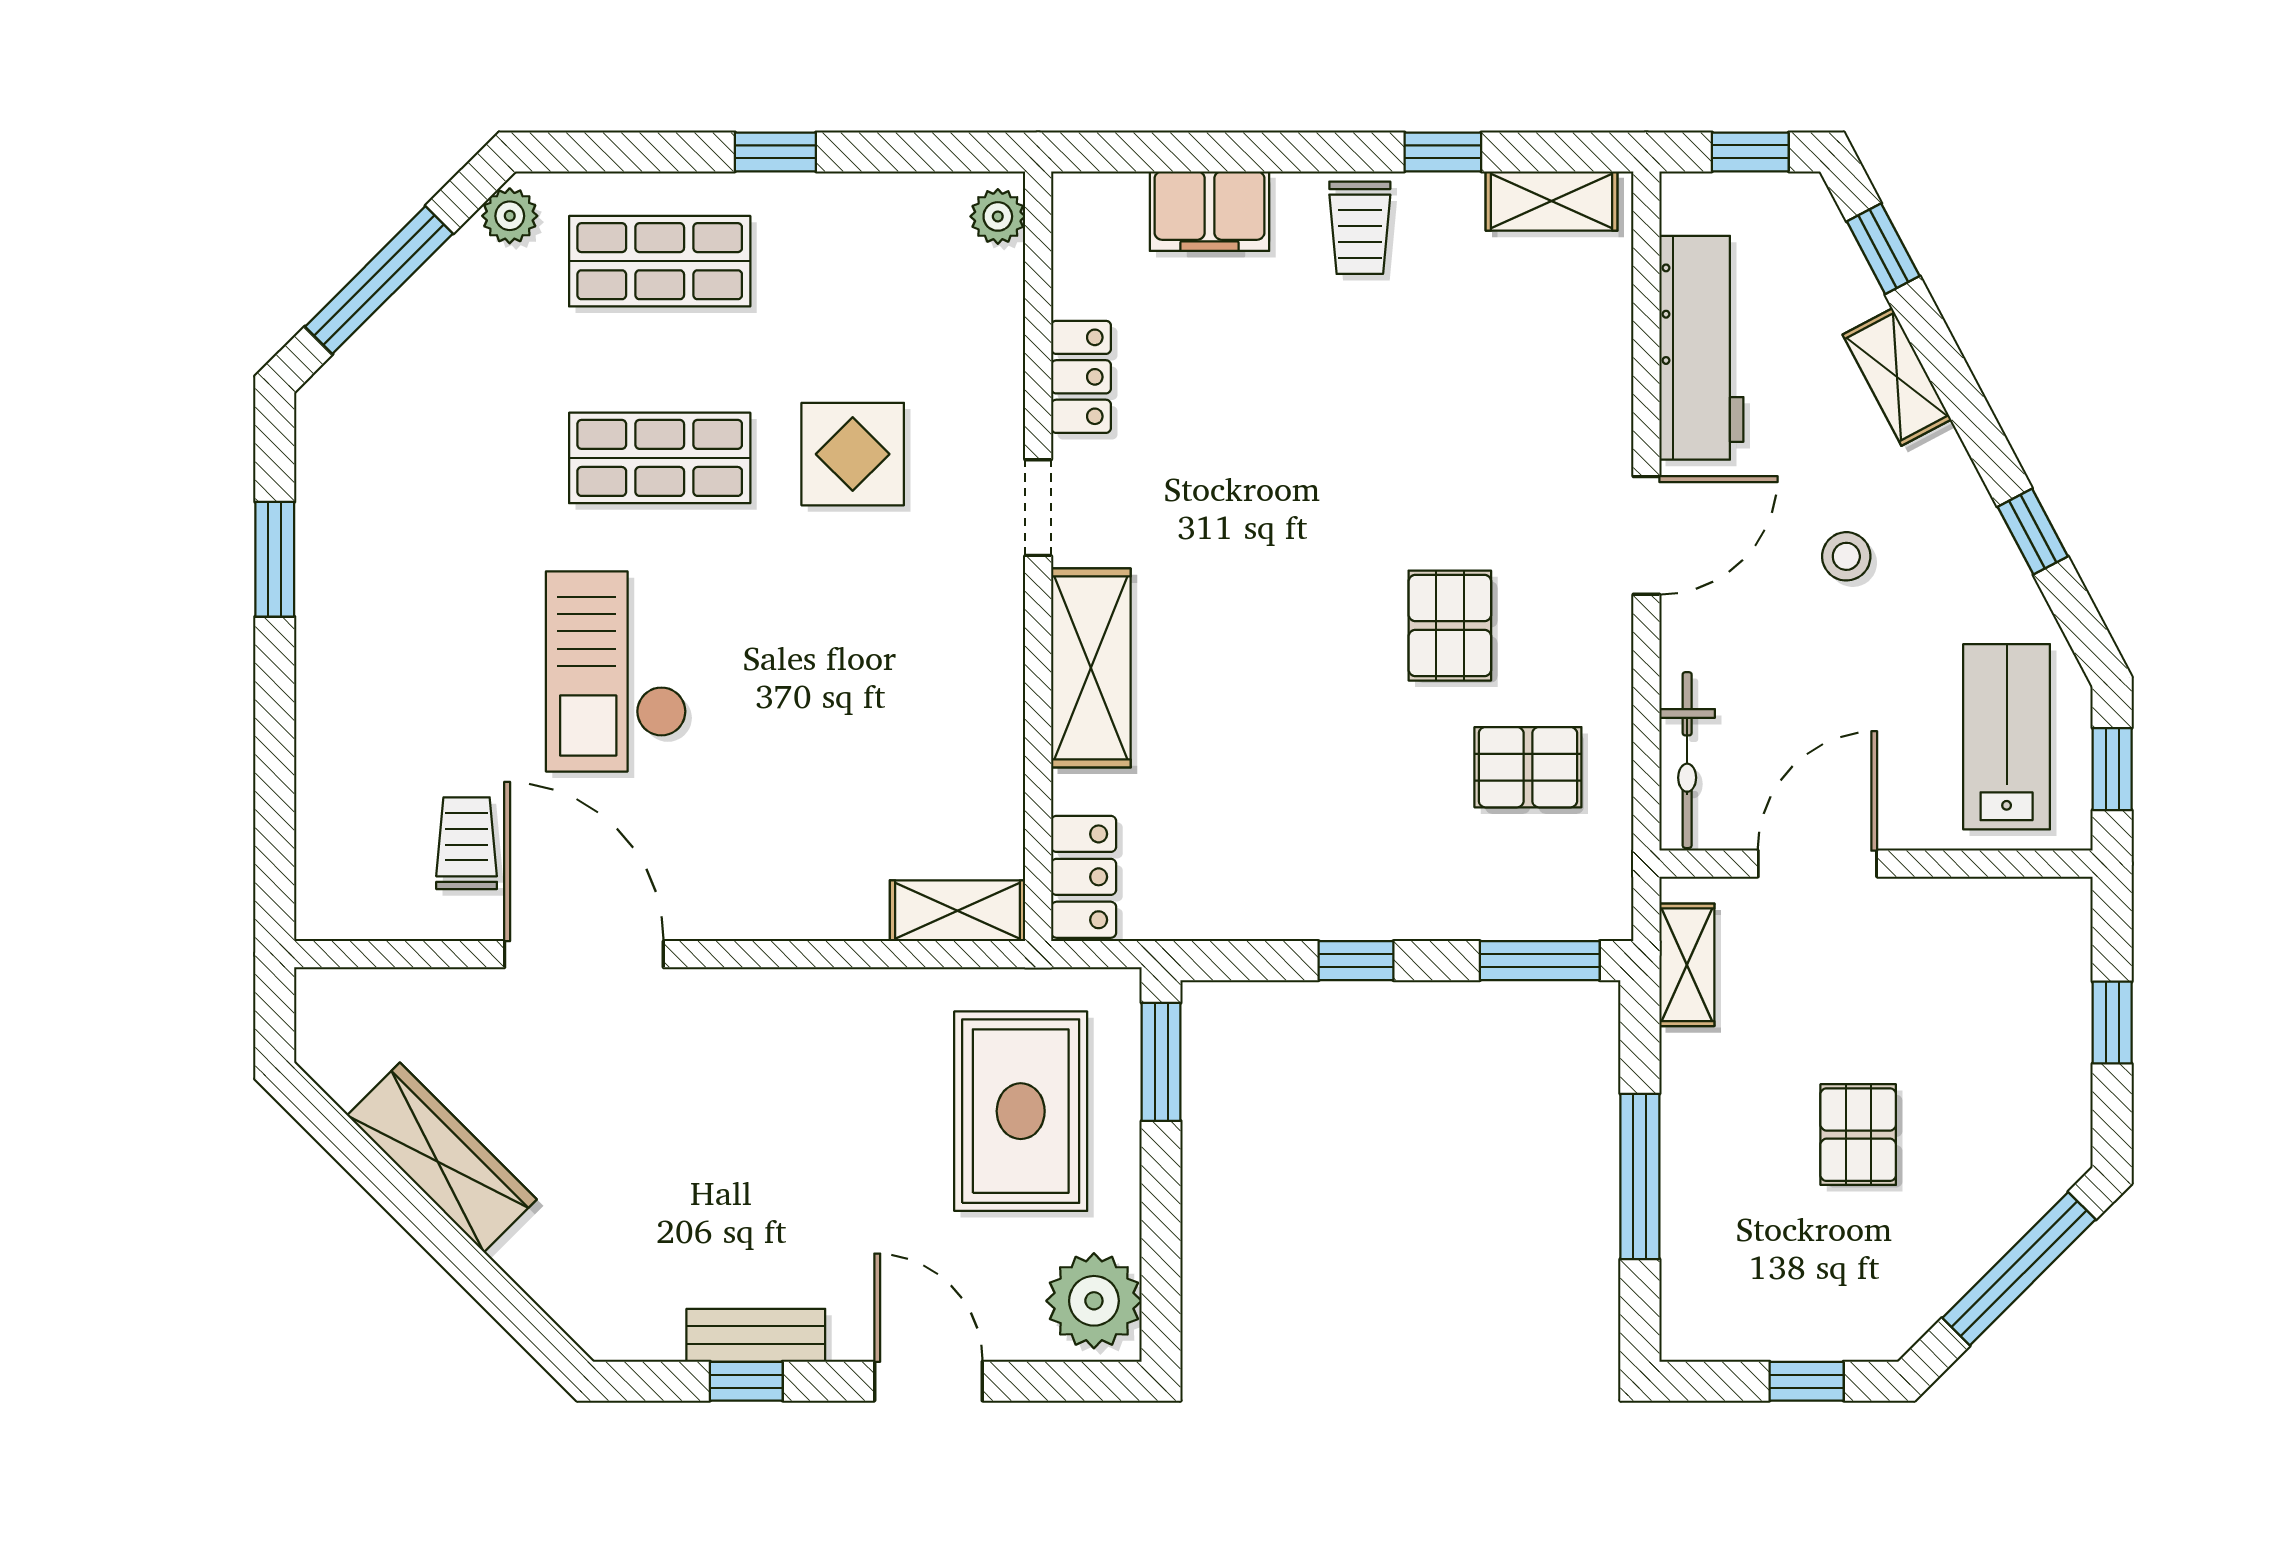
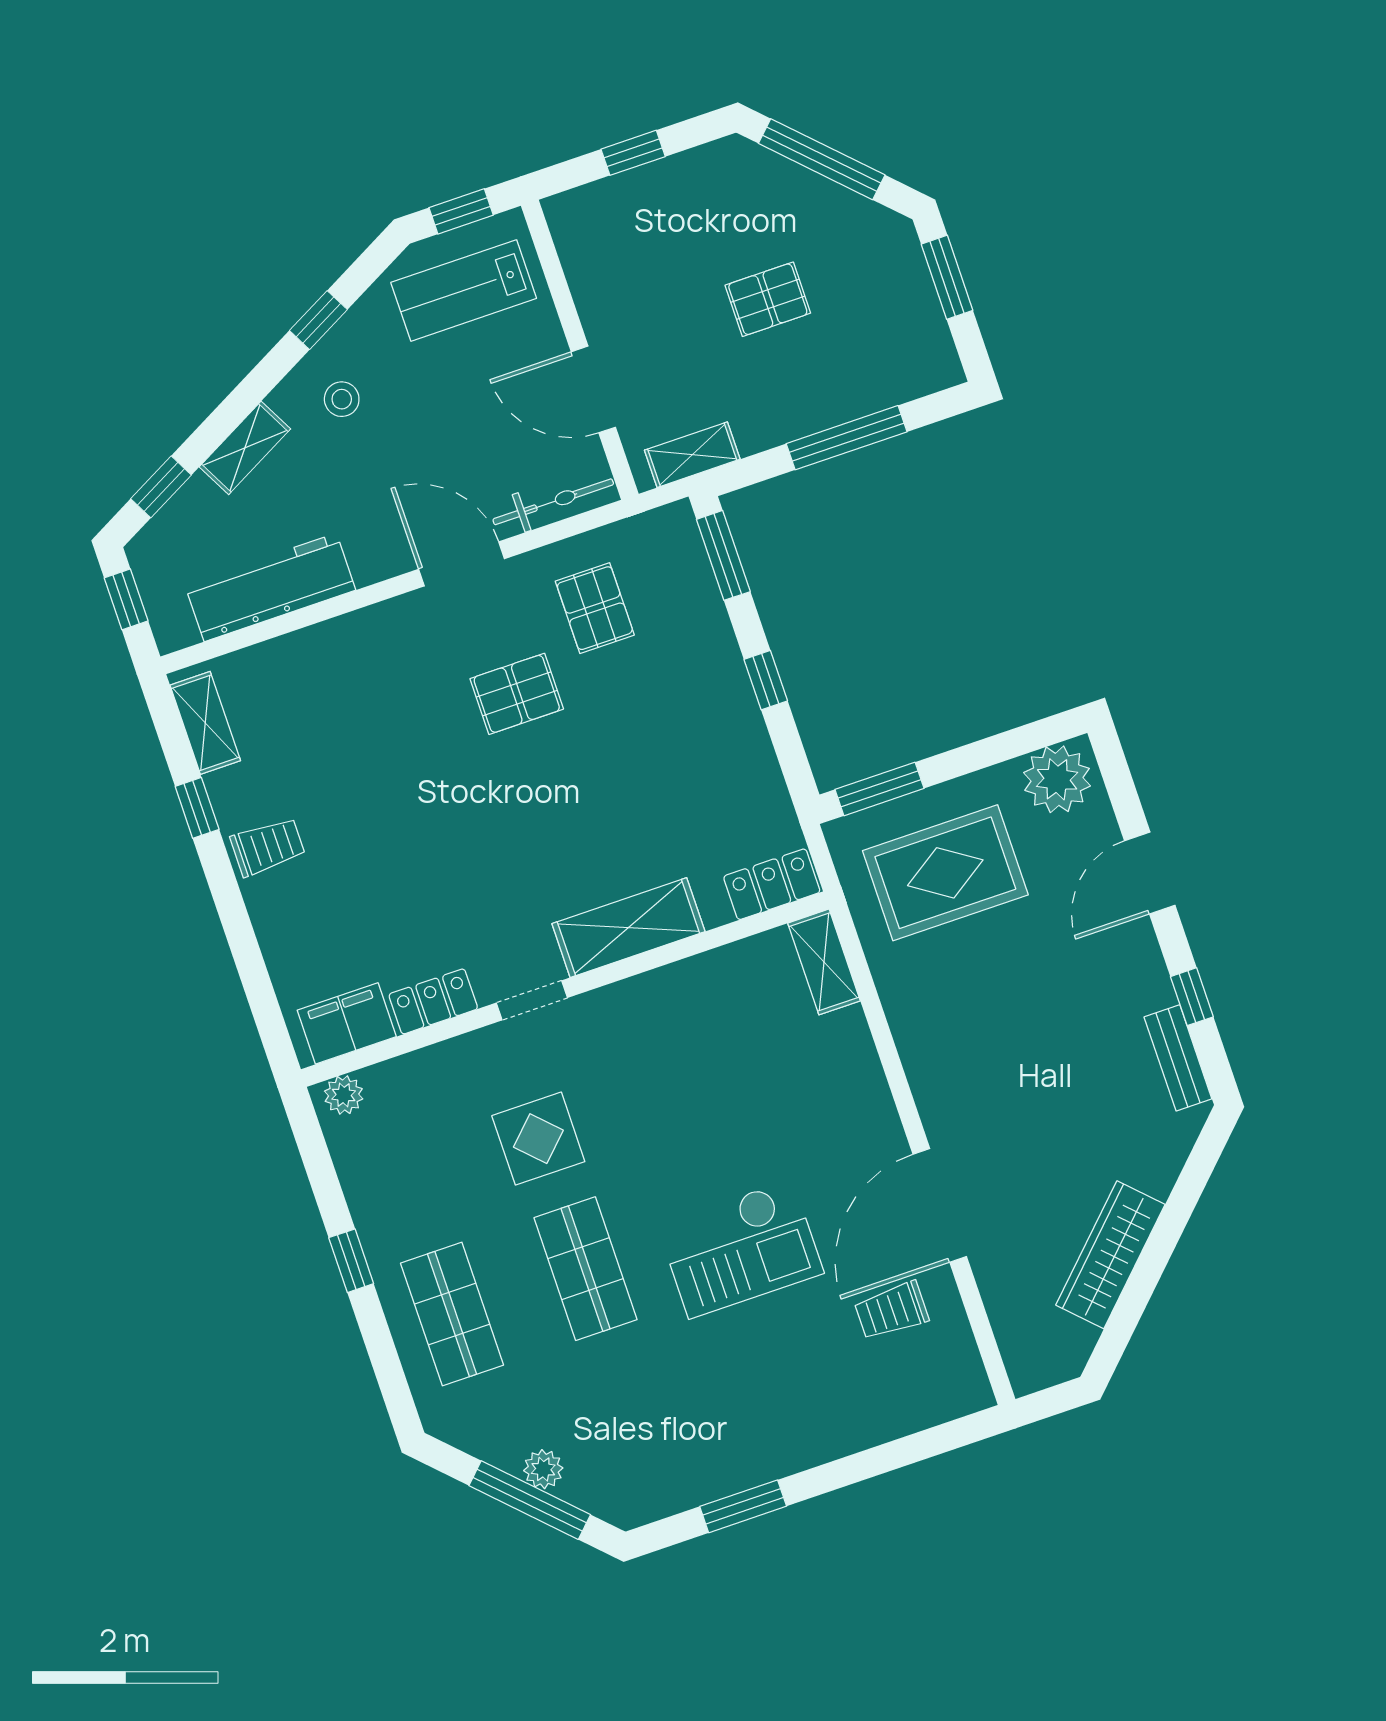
filing cabinet: (1209, 211) -> (347, 1023), moved, turned -90
plant: (510, 216) -> (543, 1469), moved
door: (1646, 535) -> (461, 564), moved
stool: (1846, 556) -> (342, 399), moved
bench: (756, 1335) -> (1178, 1058), moved
window: (1807, 1381) -> (947, 277), width x1.50

